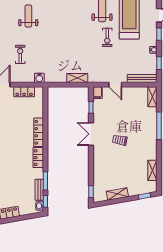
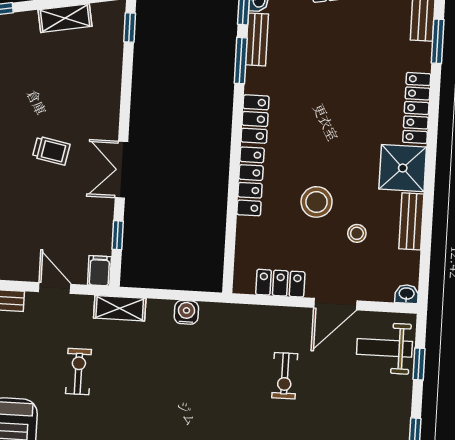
exercise bike: (107, 37) -> (78, 371), moved
water cooler: (39, 78) -> (186, 312), moved
shelving: (77, 78) -> (120, 308), moved
stool: (11, 125) -> (317, 202), added
double door: (91, 134) -> (121, 170), swing flipped

